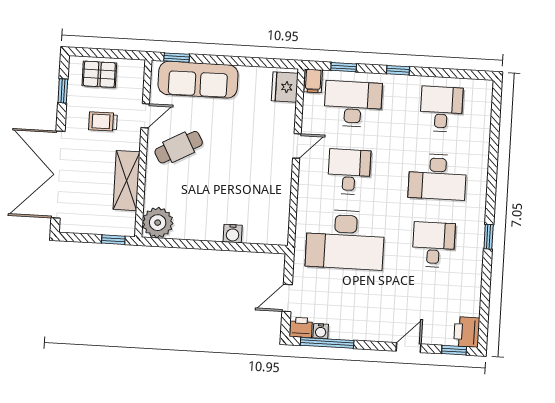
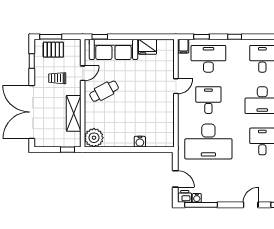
window: (96, 53) -> (51, 37), added
fridge: (285, 87) -> (147, 47), moved, turned -90
door: (287, 298) -> (175, 179), swing flipped

